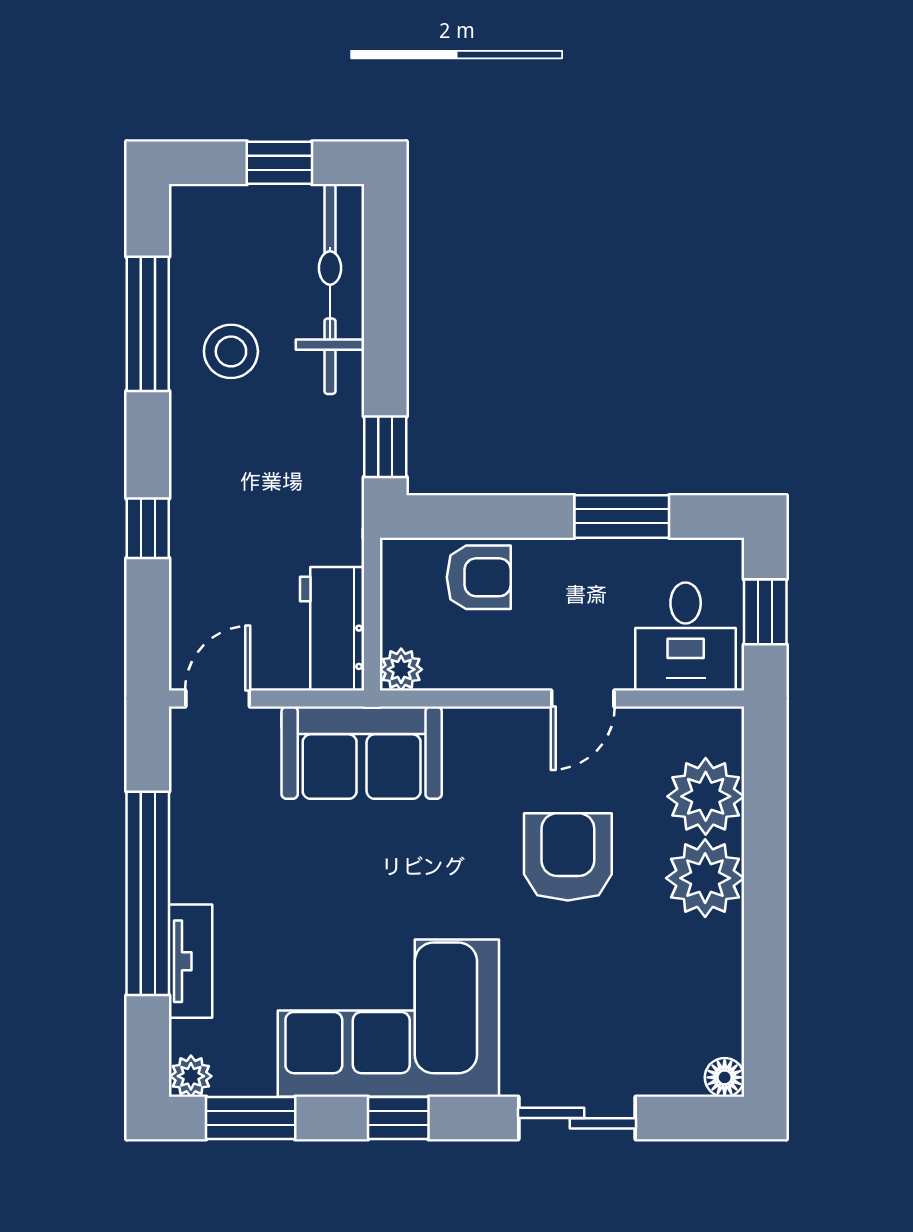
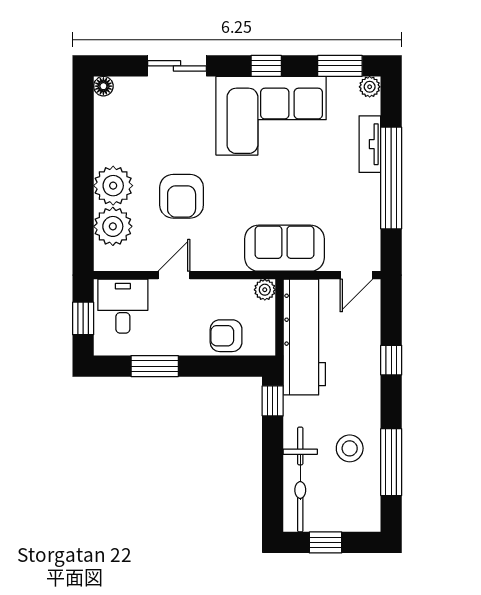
workbench: (332, 629) -> (304, 337), width x1.88, depth x1.32

